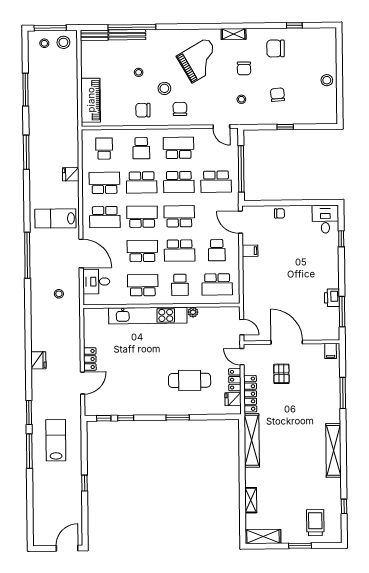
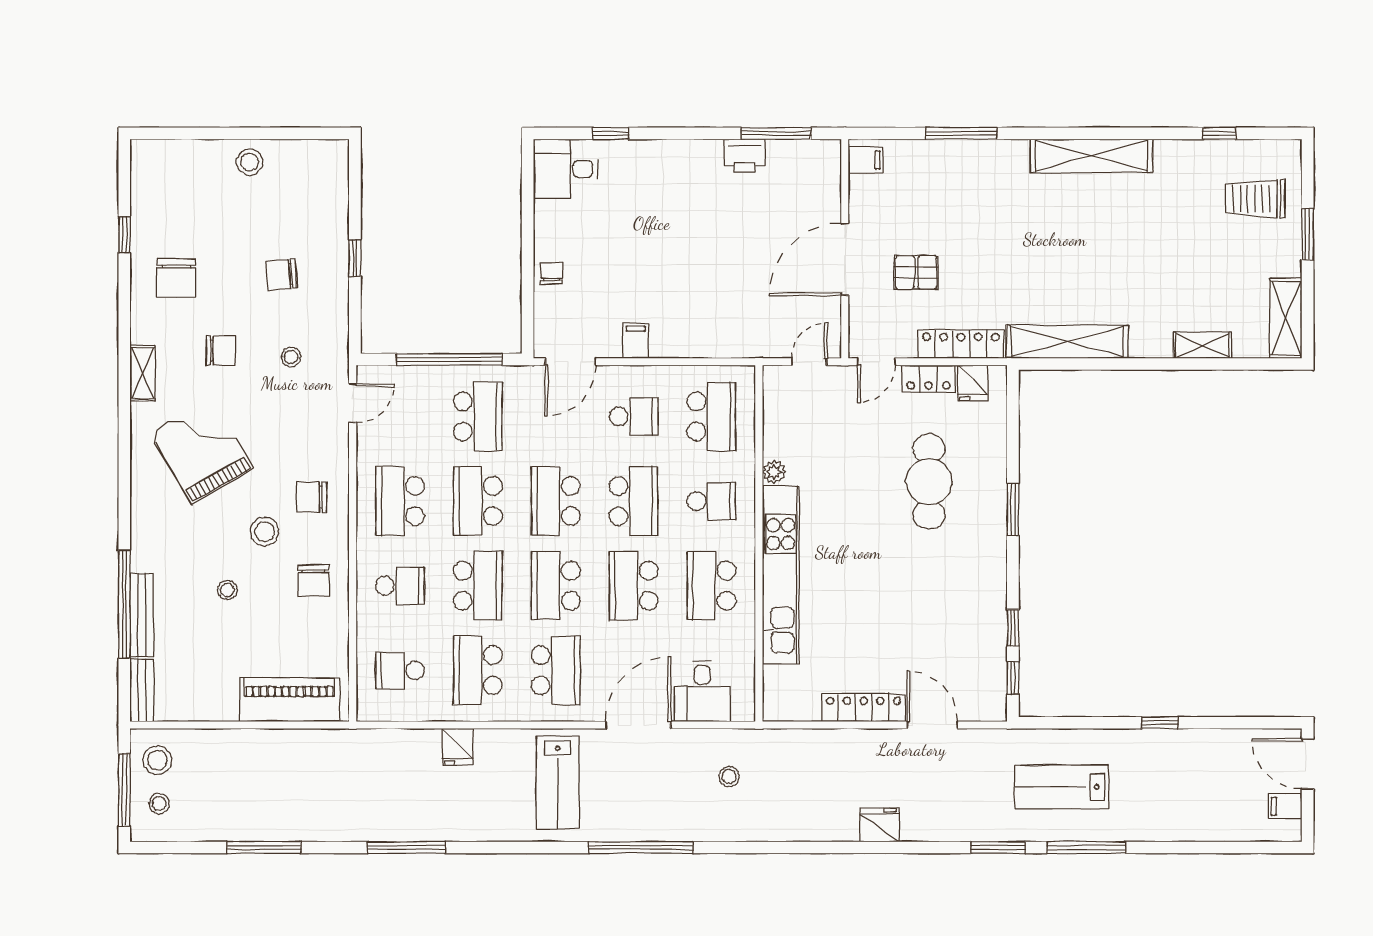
school desk: (179, 182) -> (478, 501), turned 180
locker: (90, 359) -> (864, 708), width x1.53
filing cabinet: (48, 539) -> (1285, 806), added

